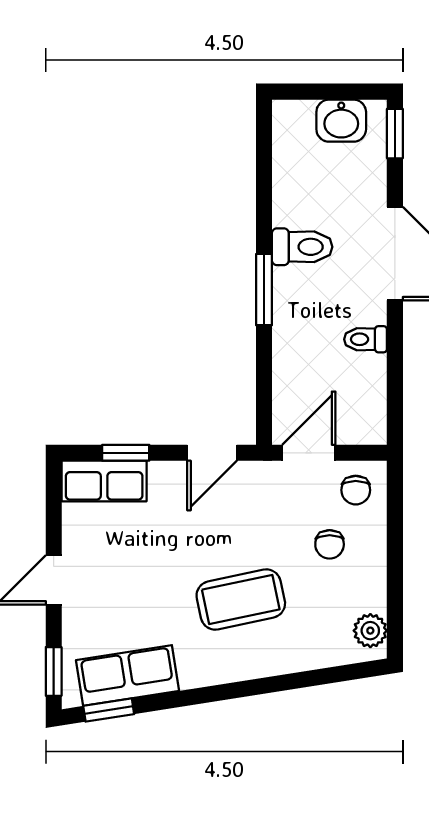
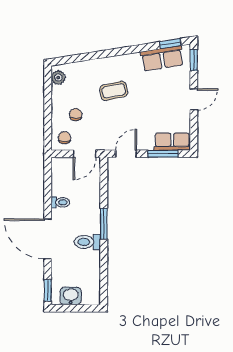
window: (126, 453) -> (163, 154), width x1.50
coffee table: (241, 600) -> (114, 91), width x0.73, depth x0.77

